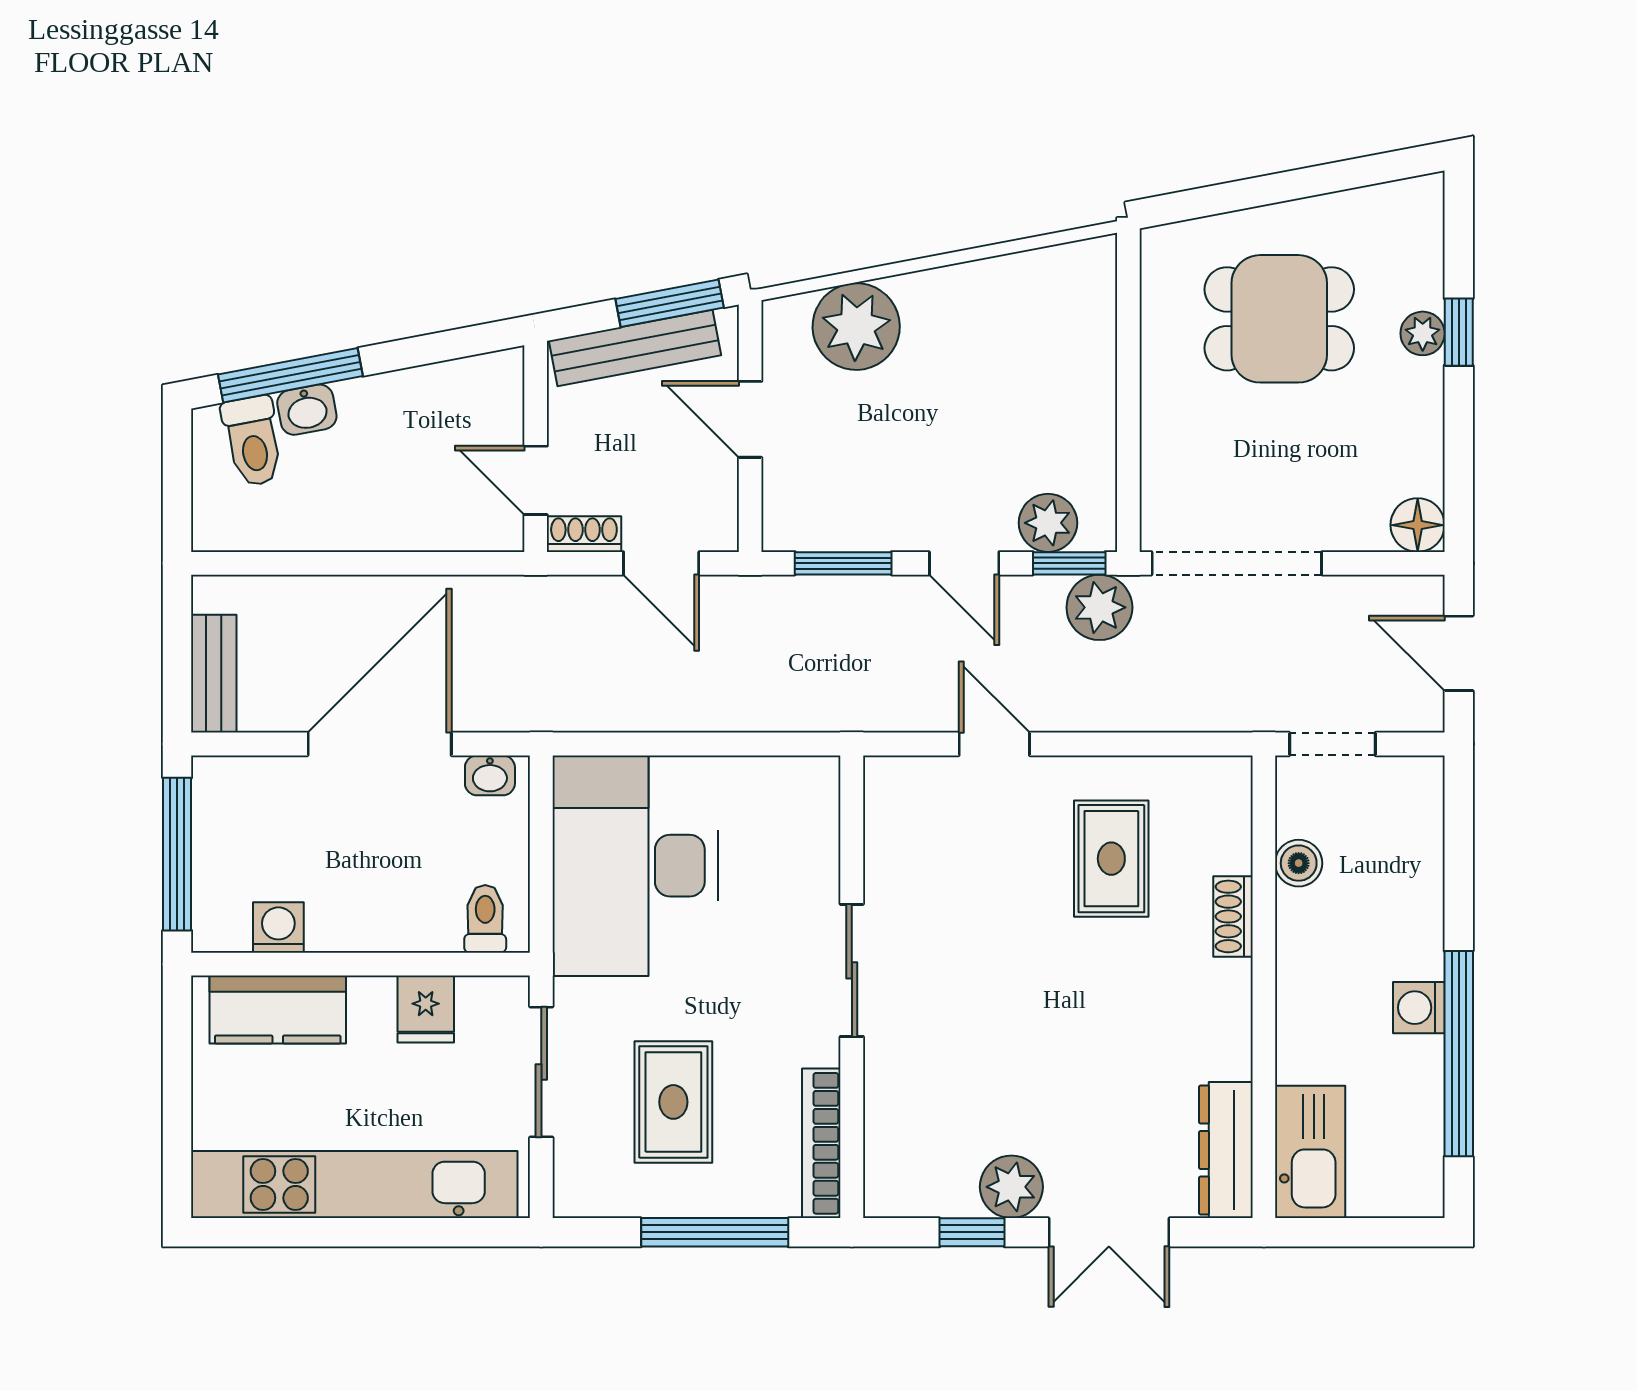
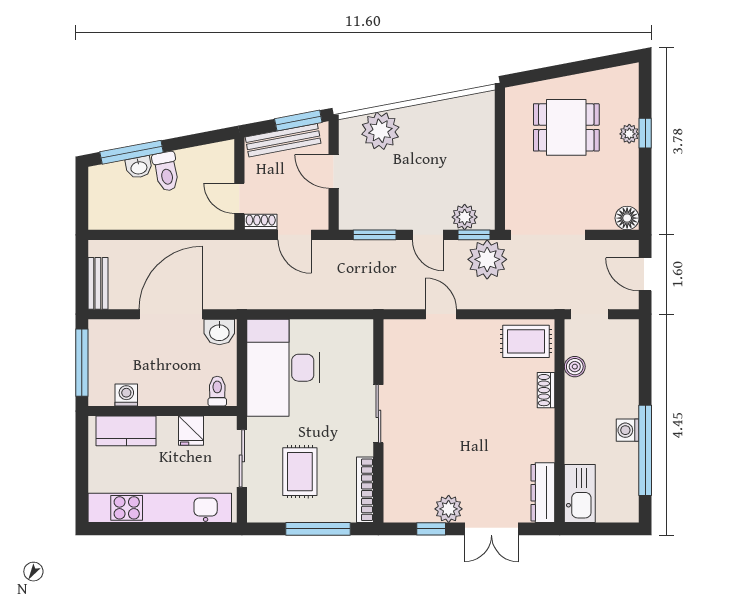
toilet: (253, 441) -> (166, 171), moved
plant: (1099, 607) -> (487, 259), width x1.36, depth x1.36
washbasin: (490, 775) -> (219, 332), width x1.38, depth x1.45
rug: (1111, 859) -> (526, 341), moved, turned 90

